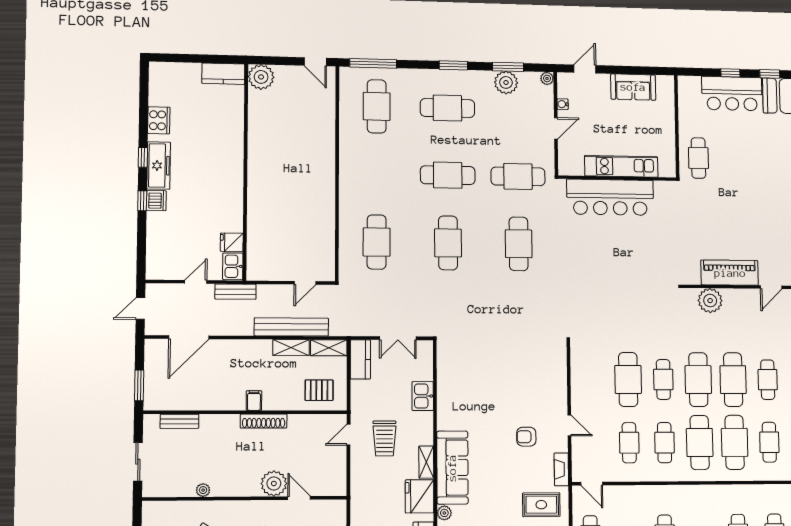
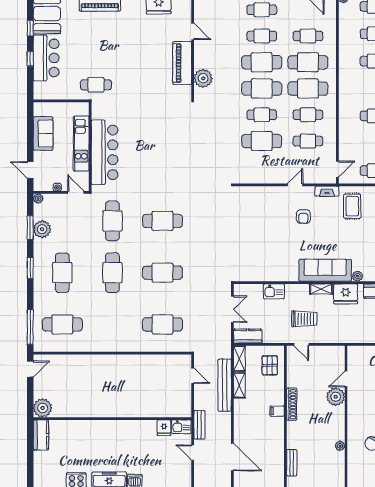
kitchen unit: (621, 166) -> (81, 144), moved
wall: (617, 178) -> (90, 147), moved
bar counter: (610, 197) -> (105, 152), moved

